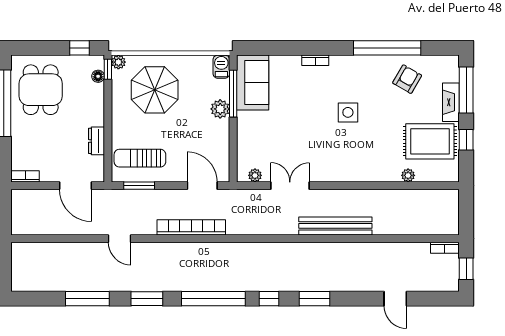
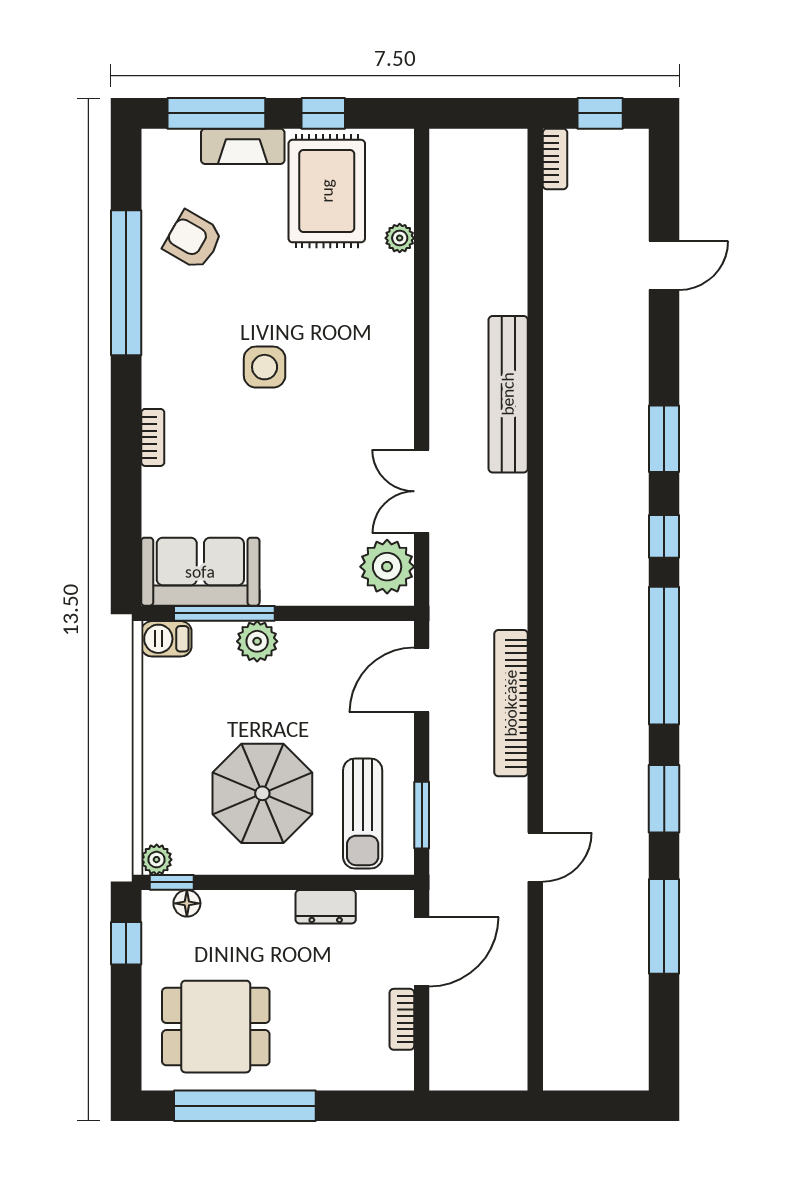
parasol: (155, 90) -> (262, 793), moved
plant: (255, 175) -> (387, 567), width x1.88, depth x1.88
bookcase: (25, 176) -> (402, 1019), moved

